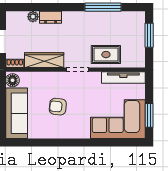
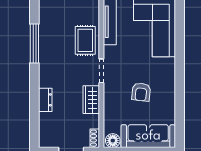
plant: (33, 17) -> (45, 119), removed
wardrobe: (44, 60) -> (91, 100), width x0.67

